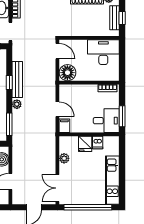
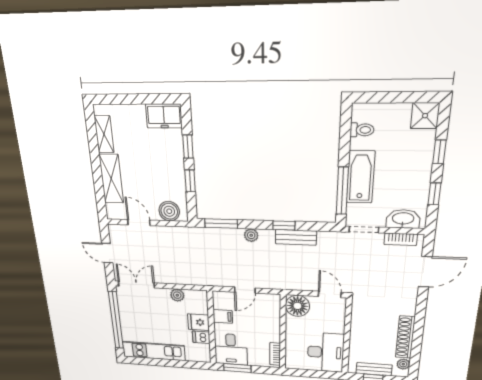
door: (57, 51) -> (330, 294), swing flipped
bench: (17, 79) -> (296, 237), width x0.73
filing cabinet: (64, 126) -> (223, 316), moved

